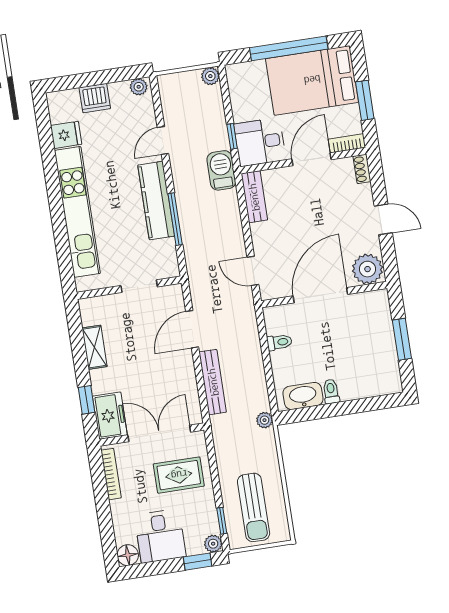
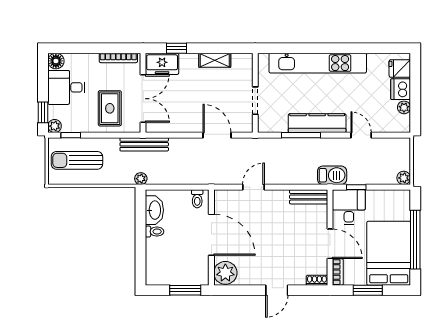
plant: (139, 87) -> (404, 107), moved
fridge: (66, 135) -> (400, 68), moved, turned 90
plant: (368, 269) -> (225, 273), moved
door: (320, 295) -> (211, 235), moved
wall: (324, 295) -> (211, 238), moved
bench: (213, 382) -> (144, 144), moved

